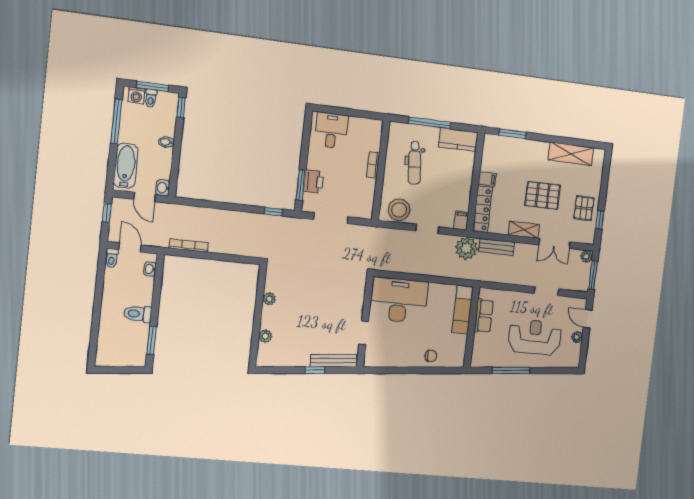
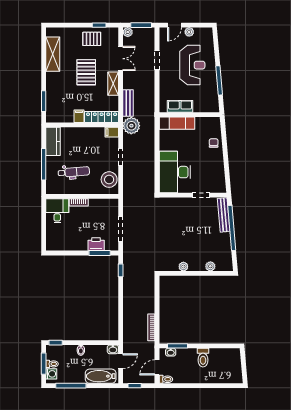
desk: (331, 130) -> (57, 211), moved, turned 90
reception desk: (535, 337) -> (192, 65), turned 180
window: (152, 340) -> (177, 346), moved
window: (315, 370) -> (232, 228), width x3.17

